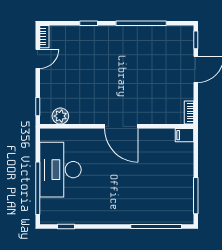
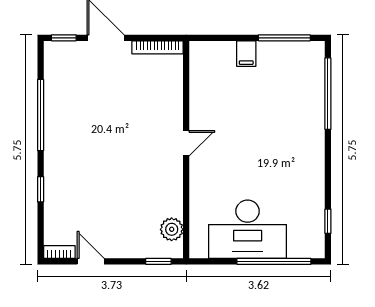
bookcase: (189, 113) -> (158, 47), width x1.56
door: (121, 126) -> (186, 143), width x0.53
filing cabinet: (184, 135) -> (246, 54), moved

